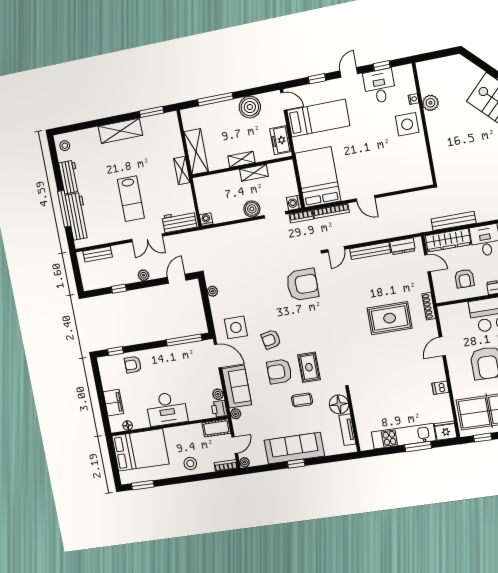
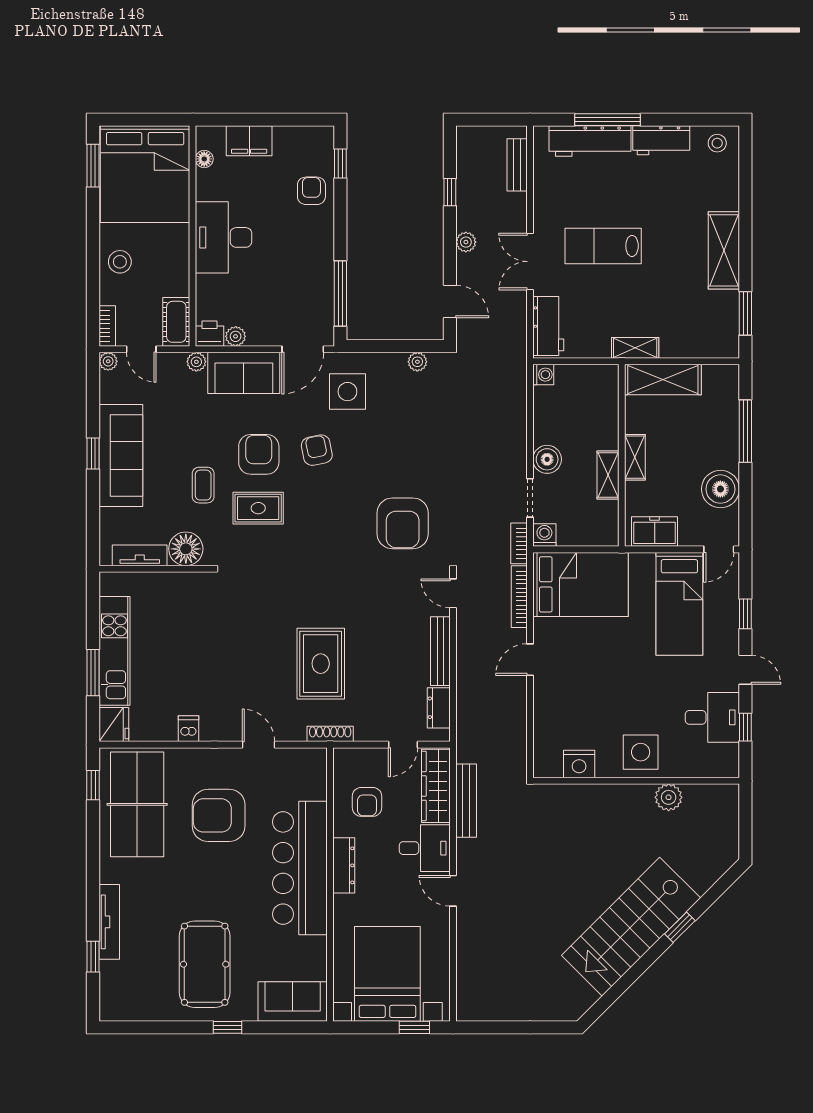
nightstand: (413, 99) -> (579, 764), moved, width x1.89, depth x1.79
armchair: (464, 278) -> (367, 802), turned -90
bed: (140, 450) -> (145, 174), width x1.36

